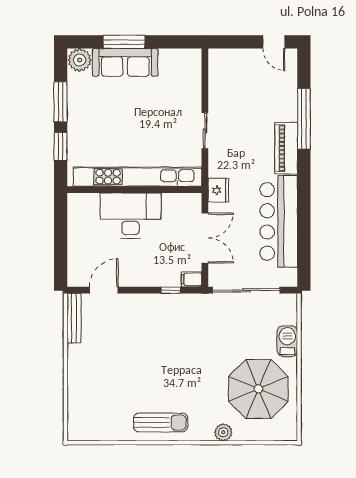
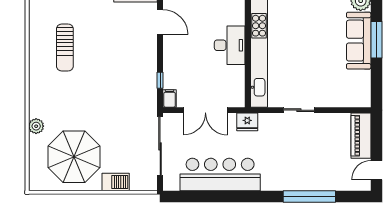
piano: (286, 148) -> (361, 136), moved, turned -90
desk: (130, 216) -> (230, 45), width x0.73, depth x0.77
sun lounger: (161, 422) -> (65, 48), moved

